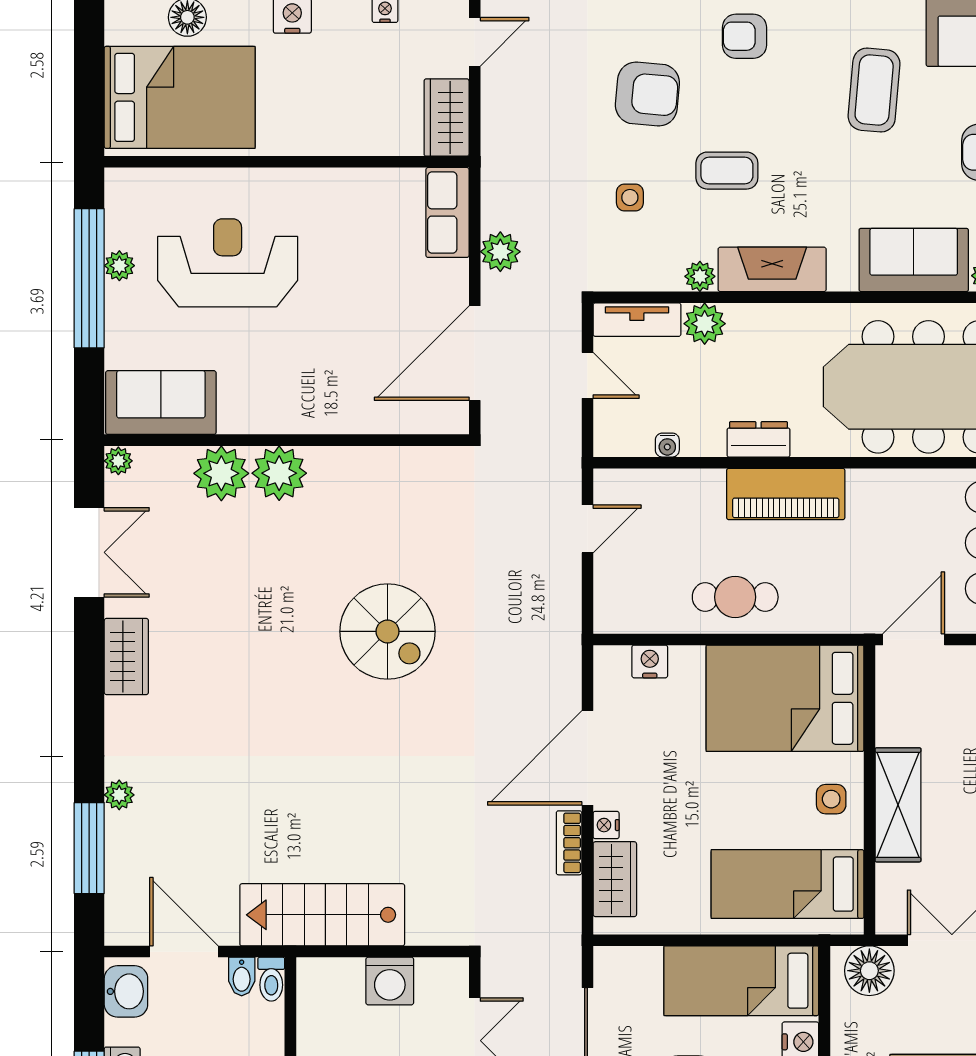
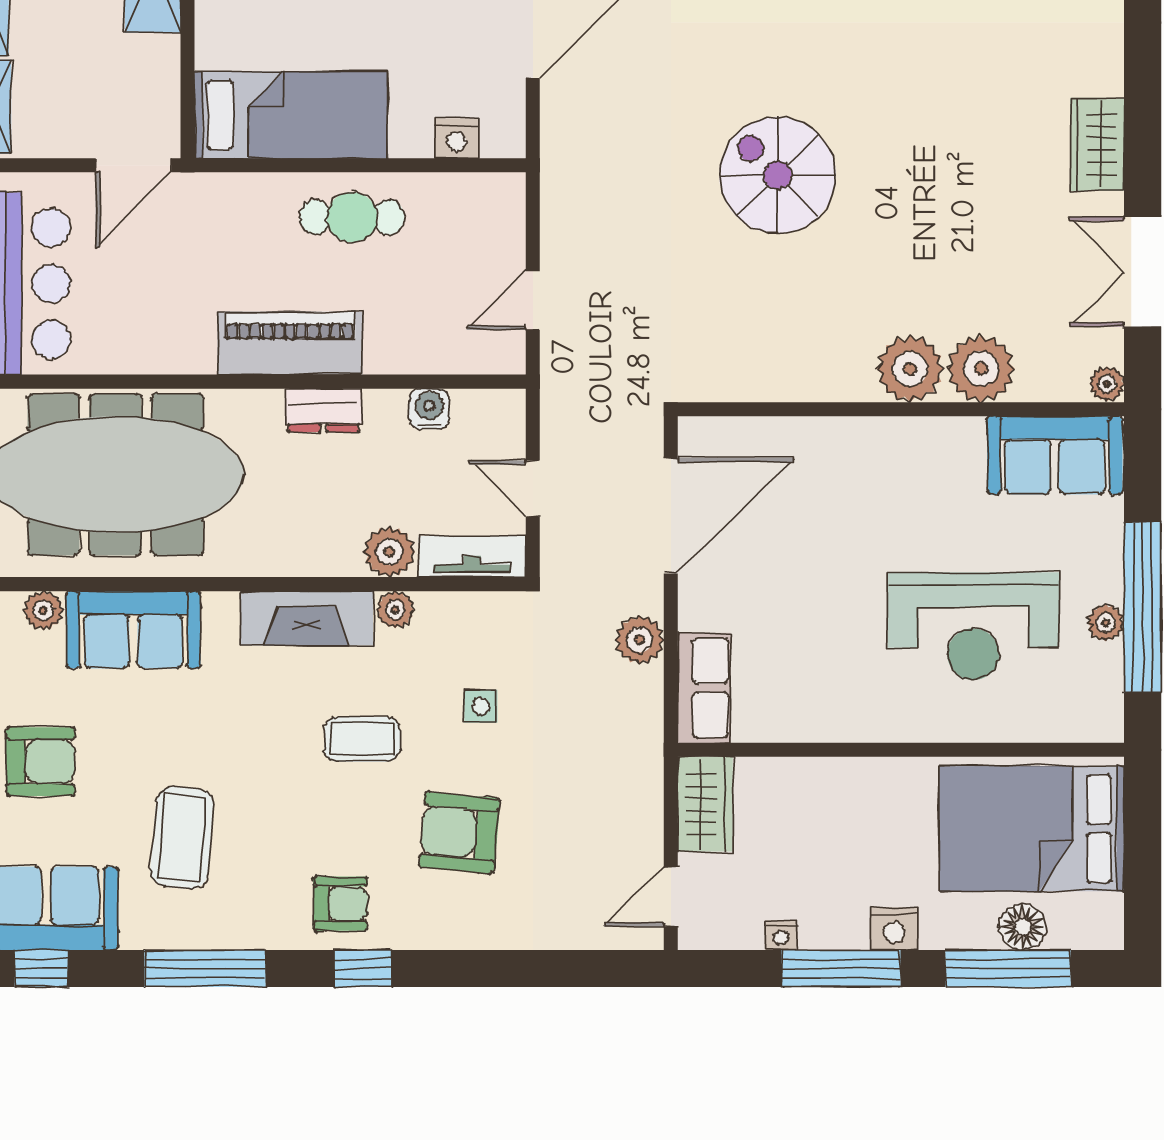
water cooler: (667, 445) -> (429, 409), width x1.38, depth x1.38
bed: (785, 698) -> (291, 115), width x0.67

